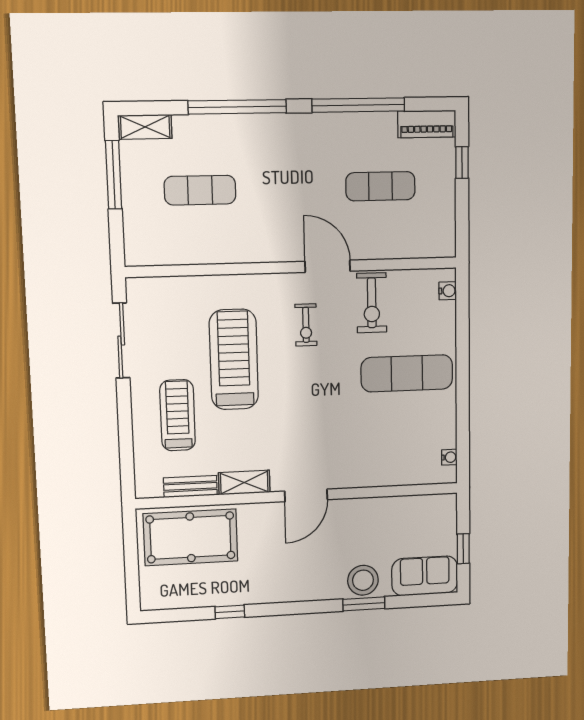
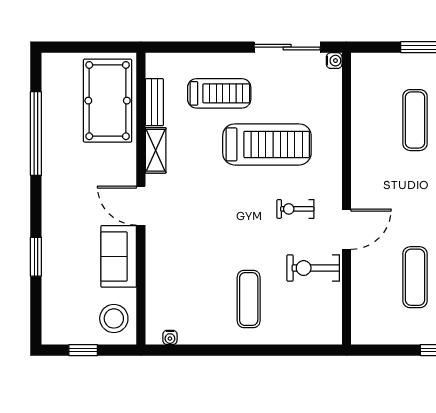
water cooler: (448, 291) -> (334, 61), moved, turned -90
exercise mat: (407, 373) -> (249, 299), width x0.73, depth x0.69
sofa: (425, 576) -> (119, 256), moved, turned 180
stool: (363, 580) -> (114, 318), moved
window: (230, 612) -> (36, 134), width x3.17

